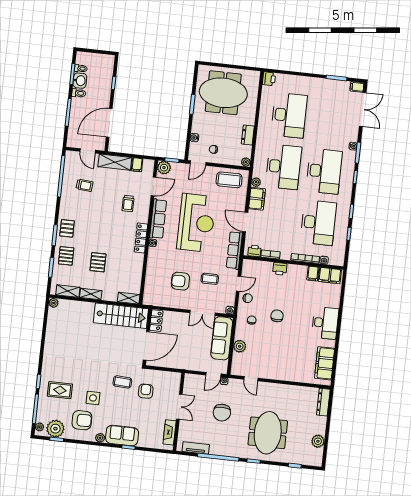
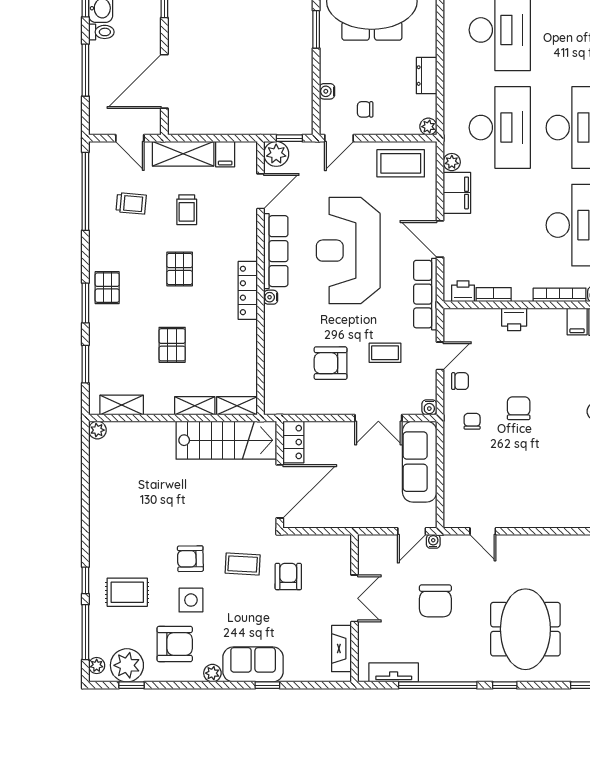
trolley: (128, 203) -> (187, 210), moved
reception desk: (196, 223) -> (348, 251), turned 180
pallet: (66, 256) -> (180, 269), moved
shelving: (91, 294) -> (195, 406), moved
plant: (240, 346) -> (455, 473), removed
armchair: (95, 376) -> (190, 559), added

